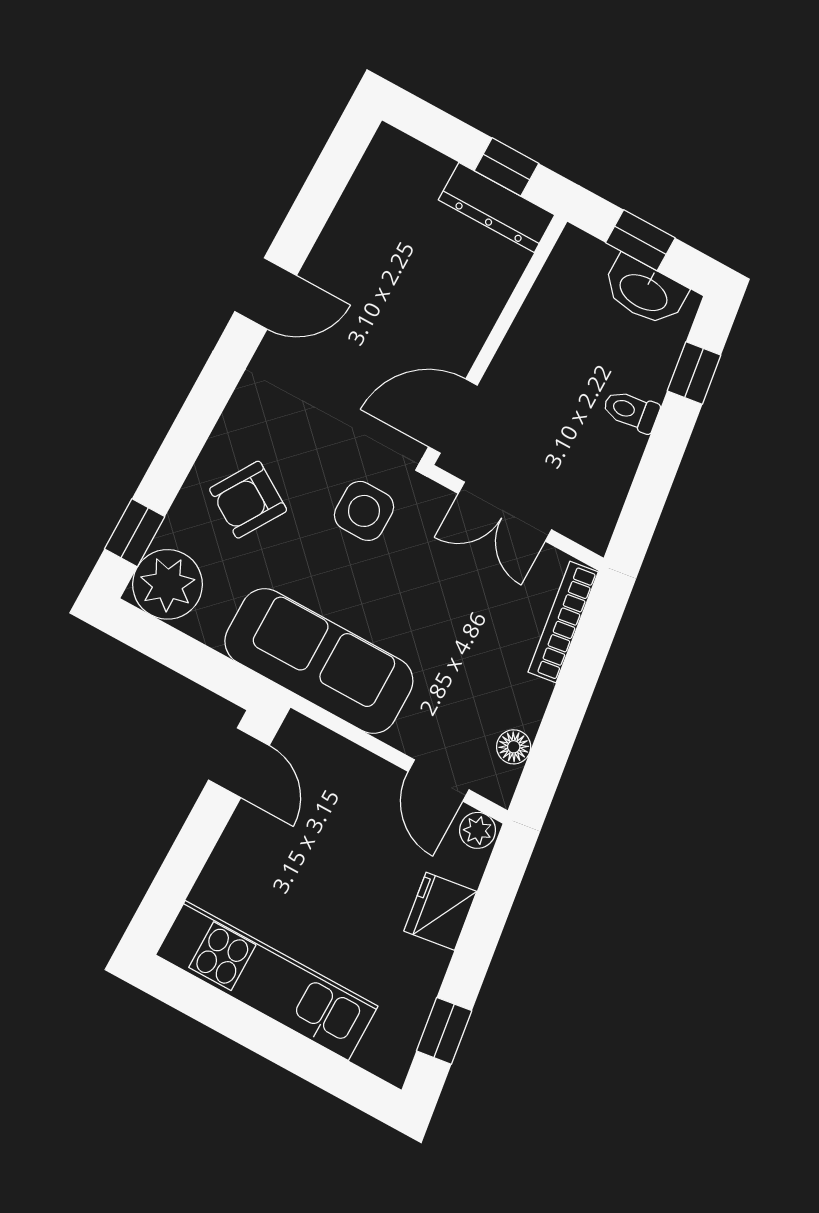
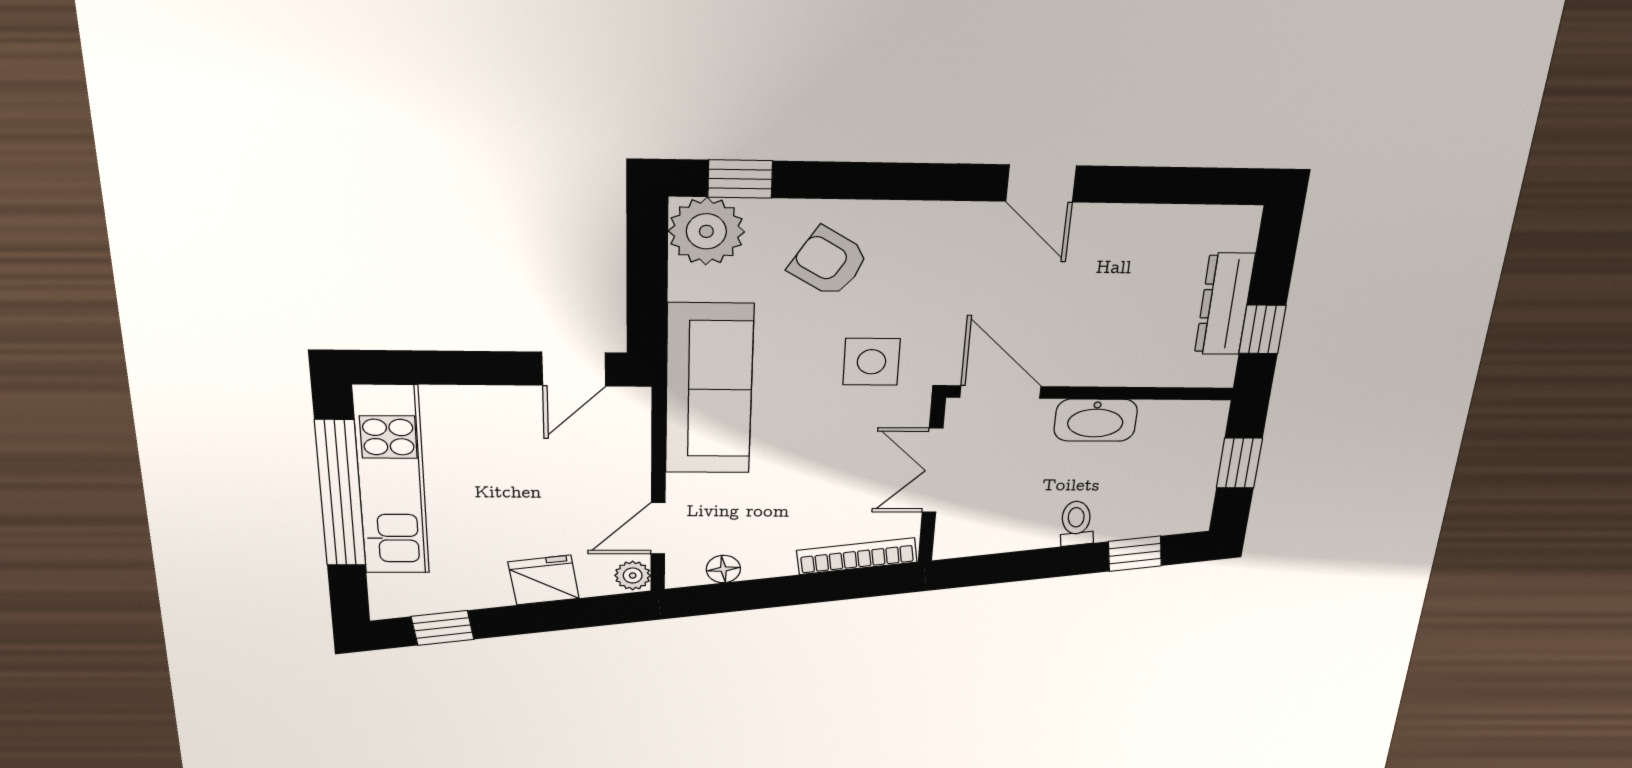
dresser: (497, 207) -> (1225, 304), moved
washbasin: (644, 291) -> (1096, 420), moved, turned -90
window: (256, 1032) -> (340, 494), added

